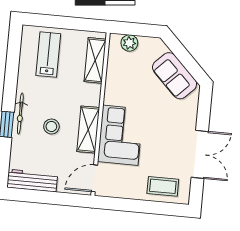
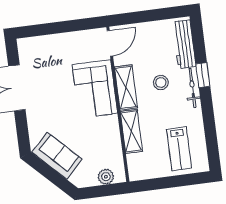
shelving: (95, 60) -> (131, 131), moved
workbench: (32, 181) -> (184, 44), moved, turned 90
coffee table: (163, 186) -> (44, 50), removed

